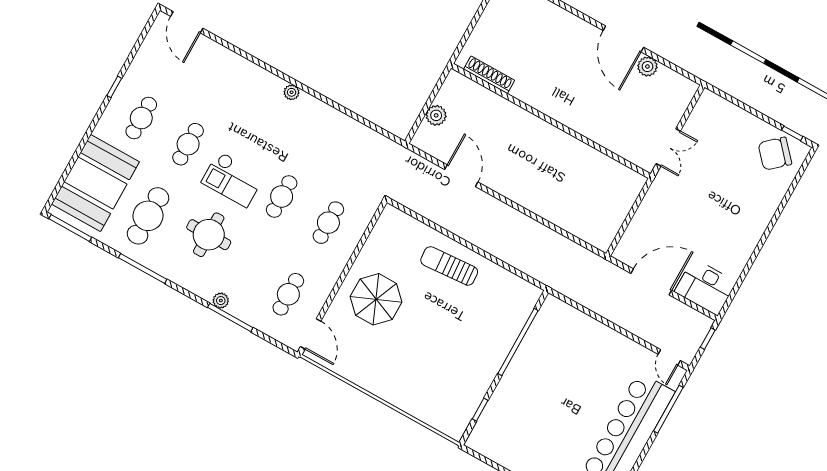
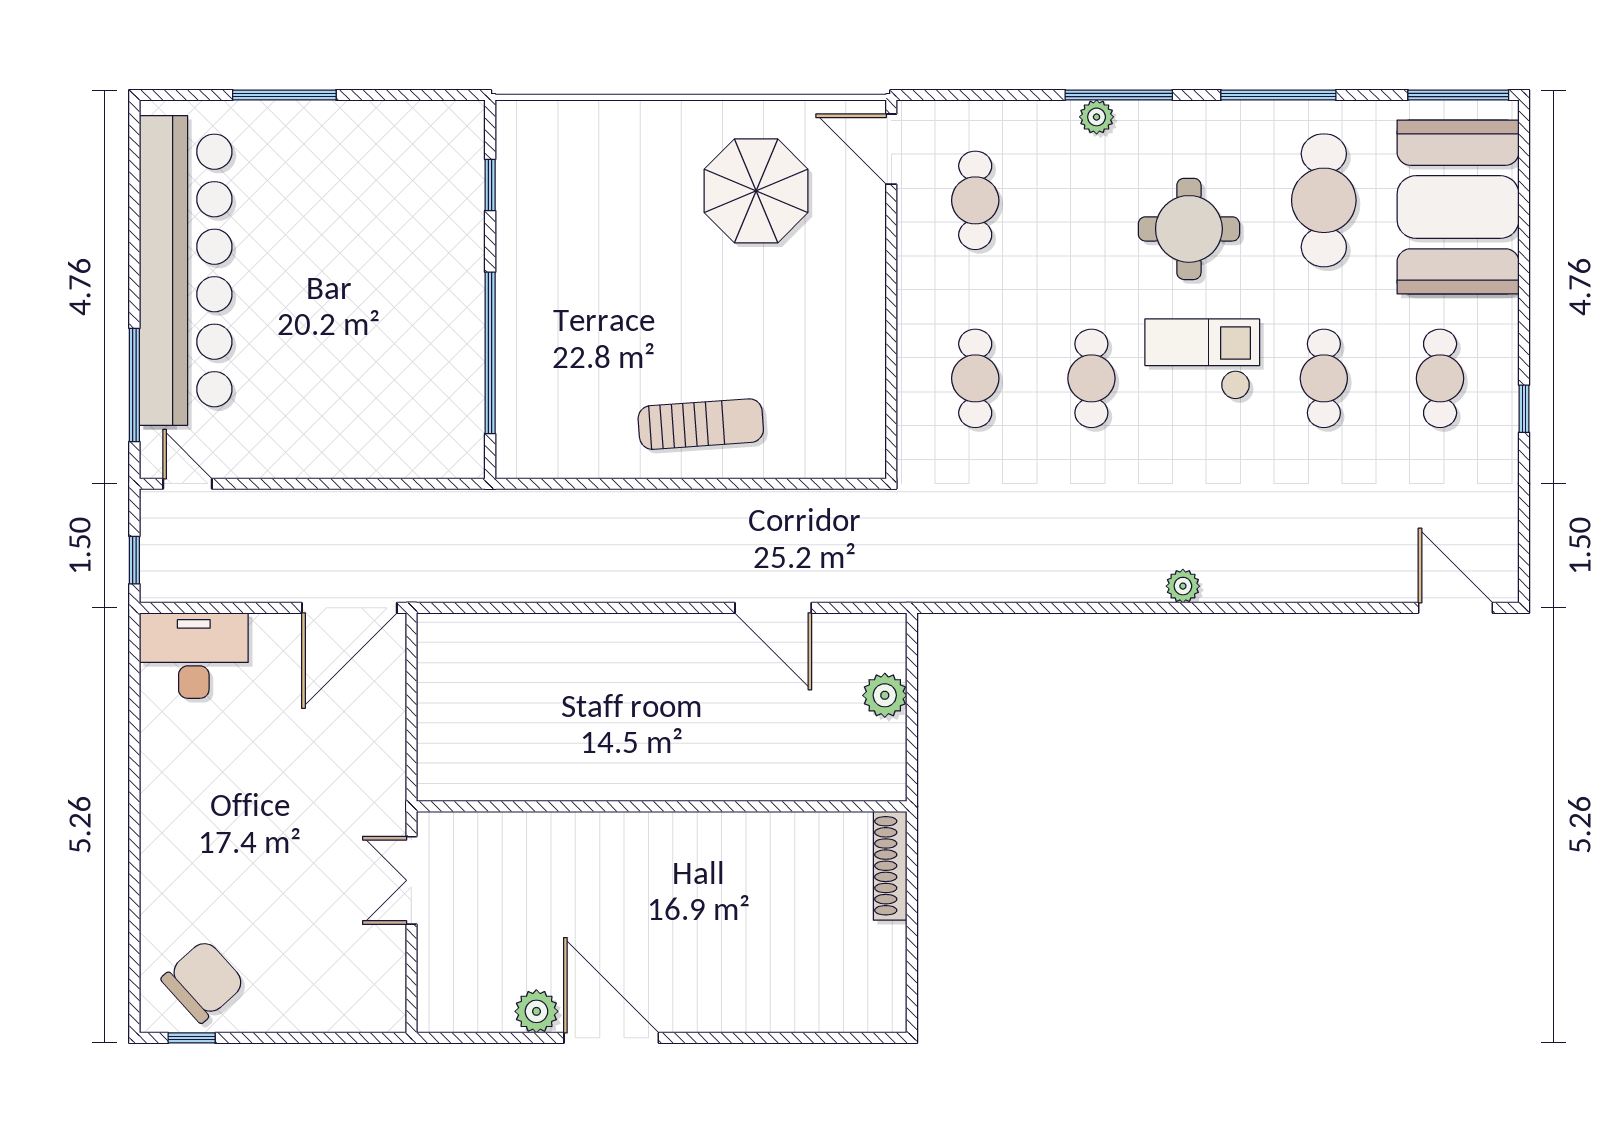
shoe rack: (489, 75) -> (890, 866), moved, turned 90
door: (651, 282) -> (349, 608), moved
parasol: (376, 299) -> (756, 191), moved
window: (230, 317) -> (1119, 95), moved

